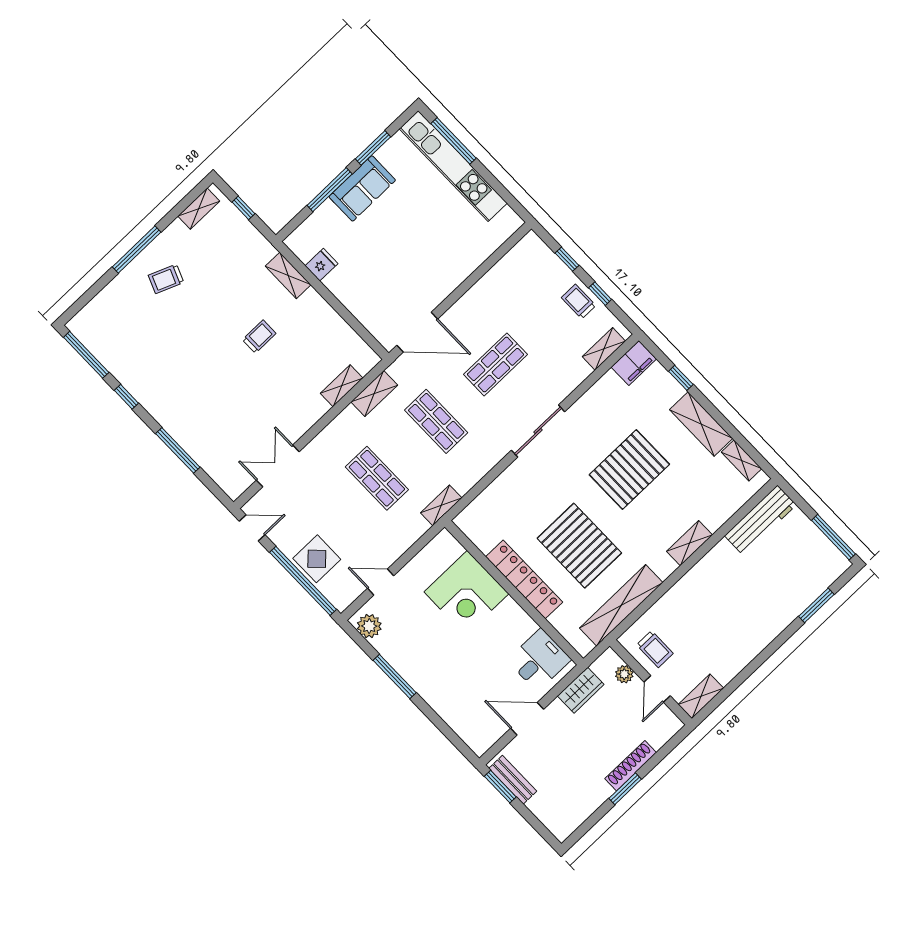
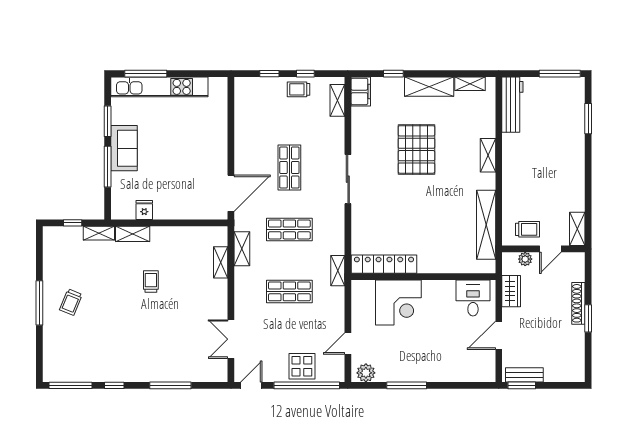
shelving: (199, 209) -> (99, 233), moved, turned 90
pallet: (579, 546) -> (432, 216), removed
locker: (524, 579) -> (384, 264), moved
door: (657, 689) -> (550, 249), hinge flipped

